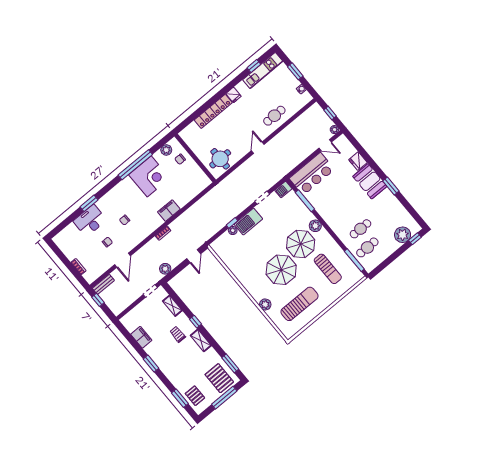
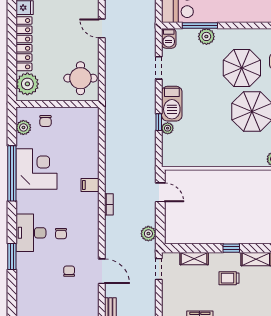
plant: (192, 132) -> (27, 84), added
filing cabinet: (169, 211) -> (90, 185), width x0.50
desk: (90, 221) -> (31, 233), moved
plant: (315, 226) -> (206, 36), moved

